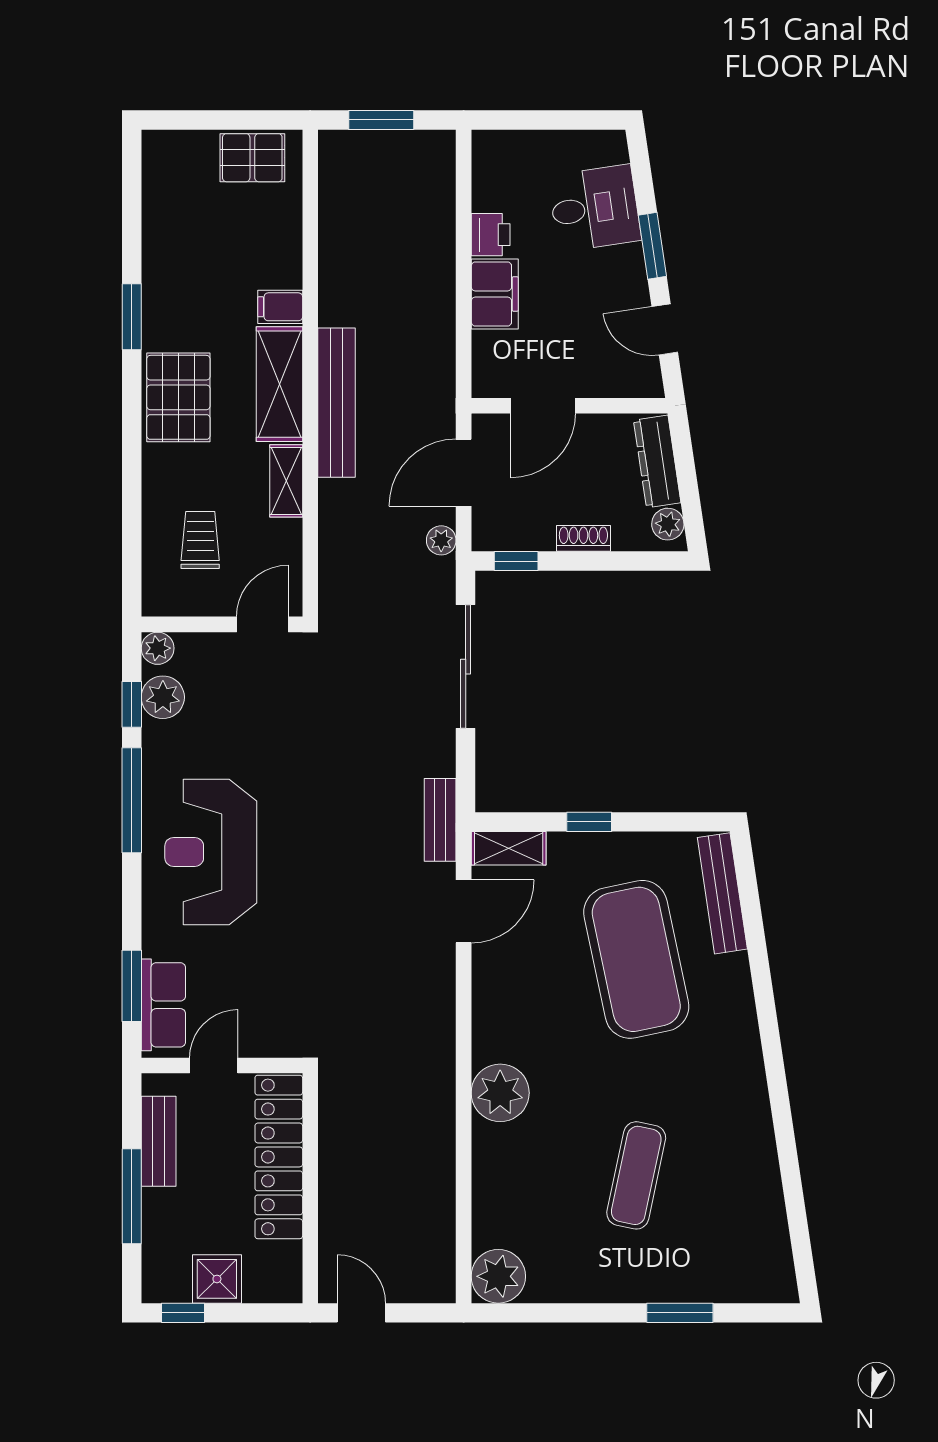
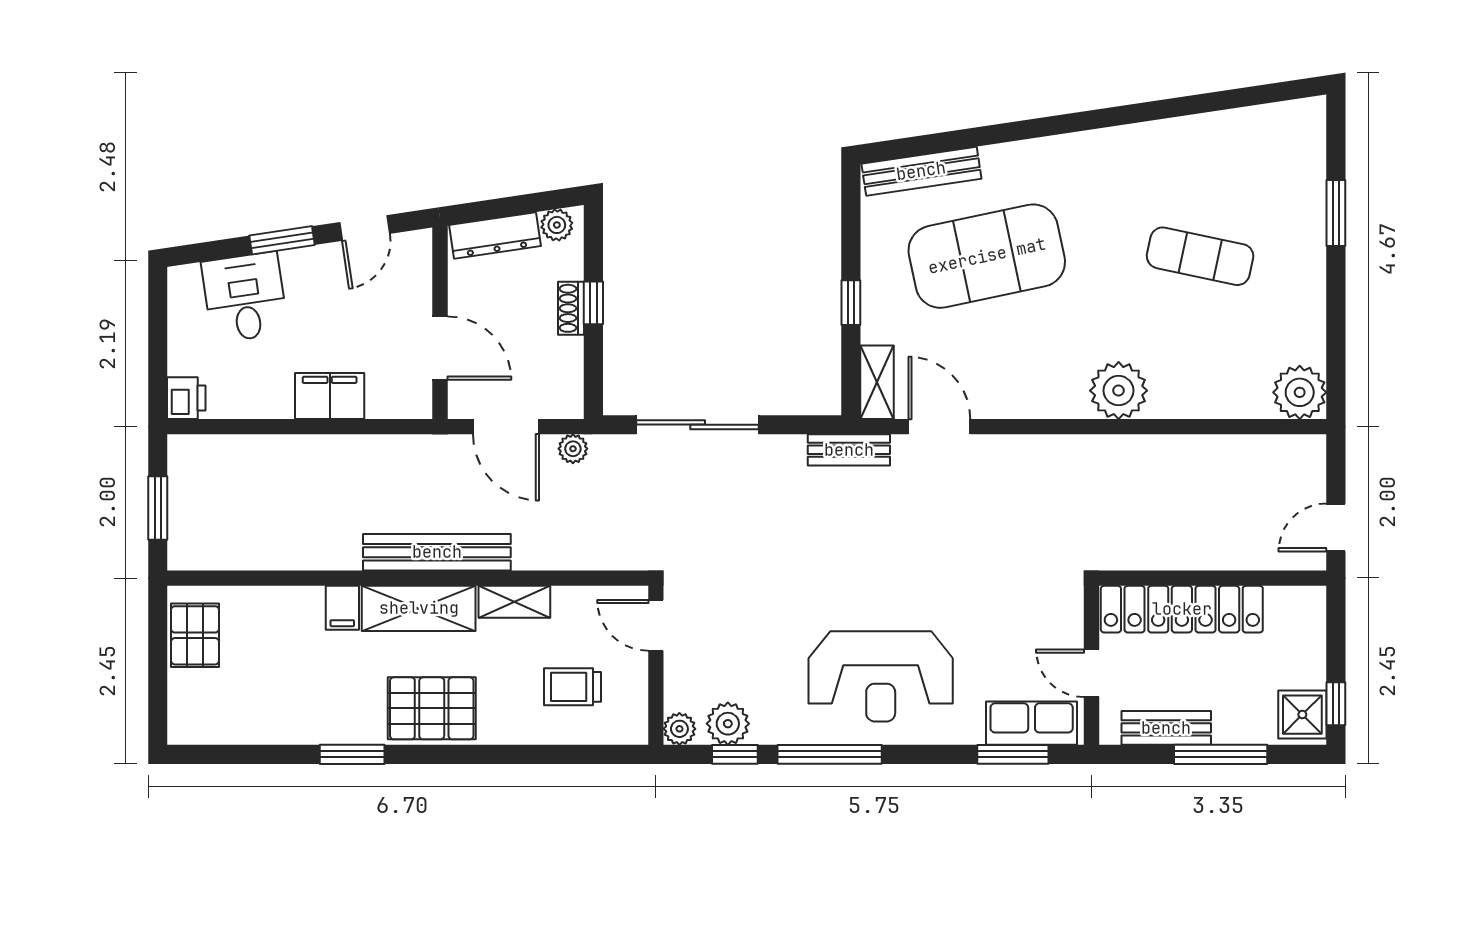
printer: (491, 235) -> (186, 398), moved, turned 90
window: (516, 561) -> (593, 303), moved
shower: (217, 1279) -> (1302, 715), moved

